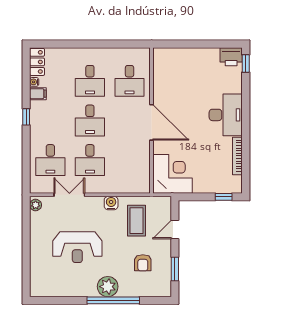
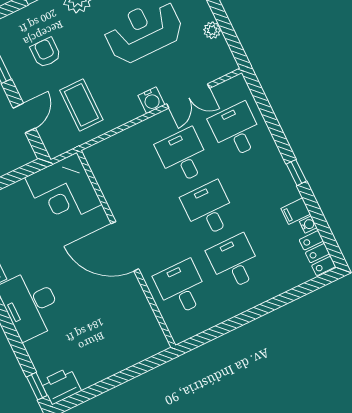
water cooler: (111, 203) -> (151, 100), moved
plant: (36, 205) -> (212, 30), moved

